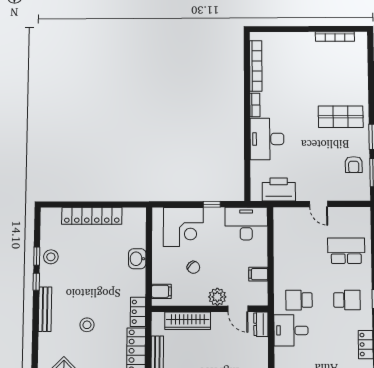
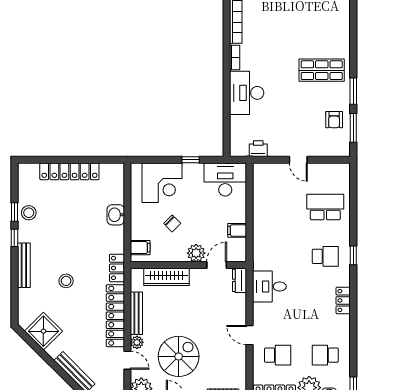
printer: (279, 189) -> (258, 149), width x0.53, depth x0.68
school desk: (299, 300) -> (278, 256), removed
door: (238, 309) -> (217, 265), swing flipped

